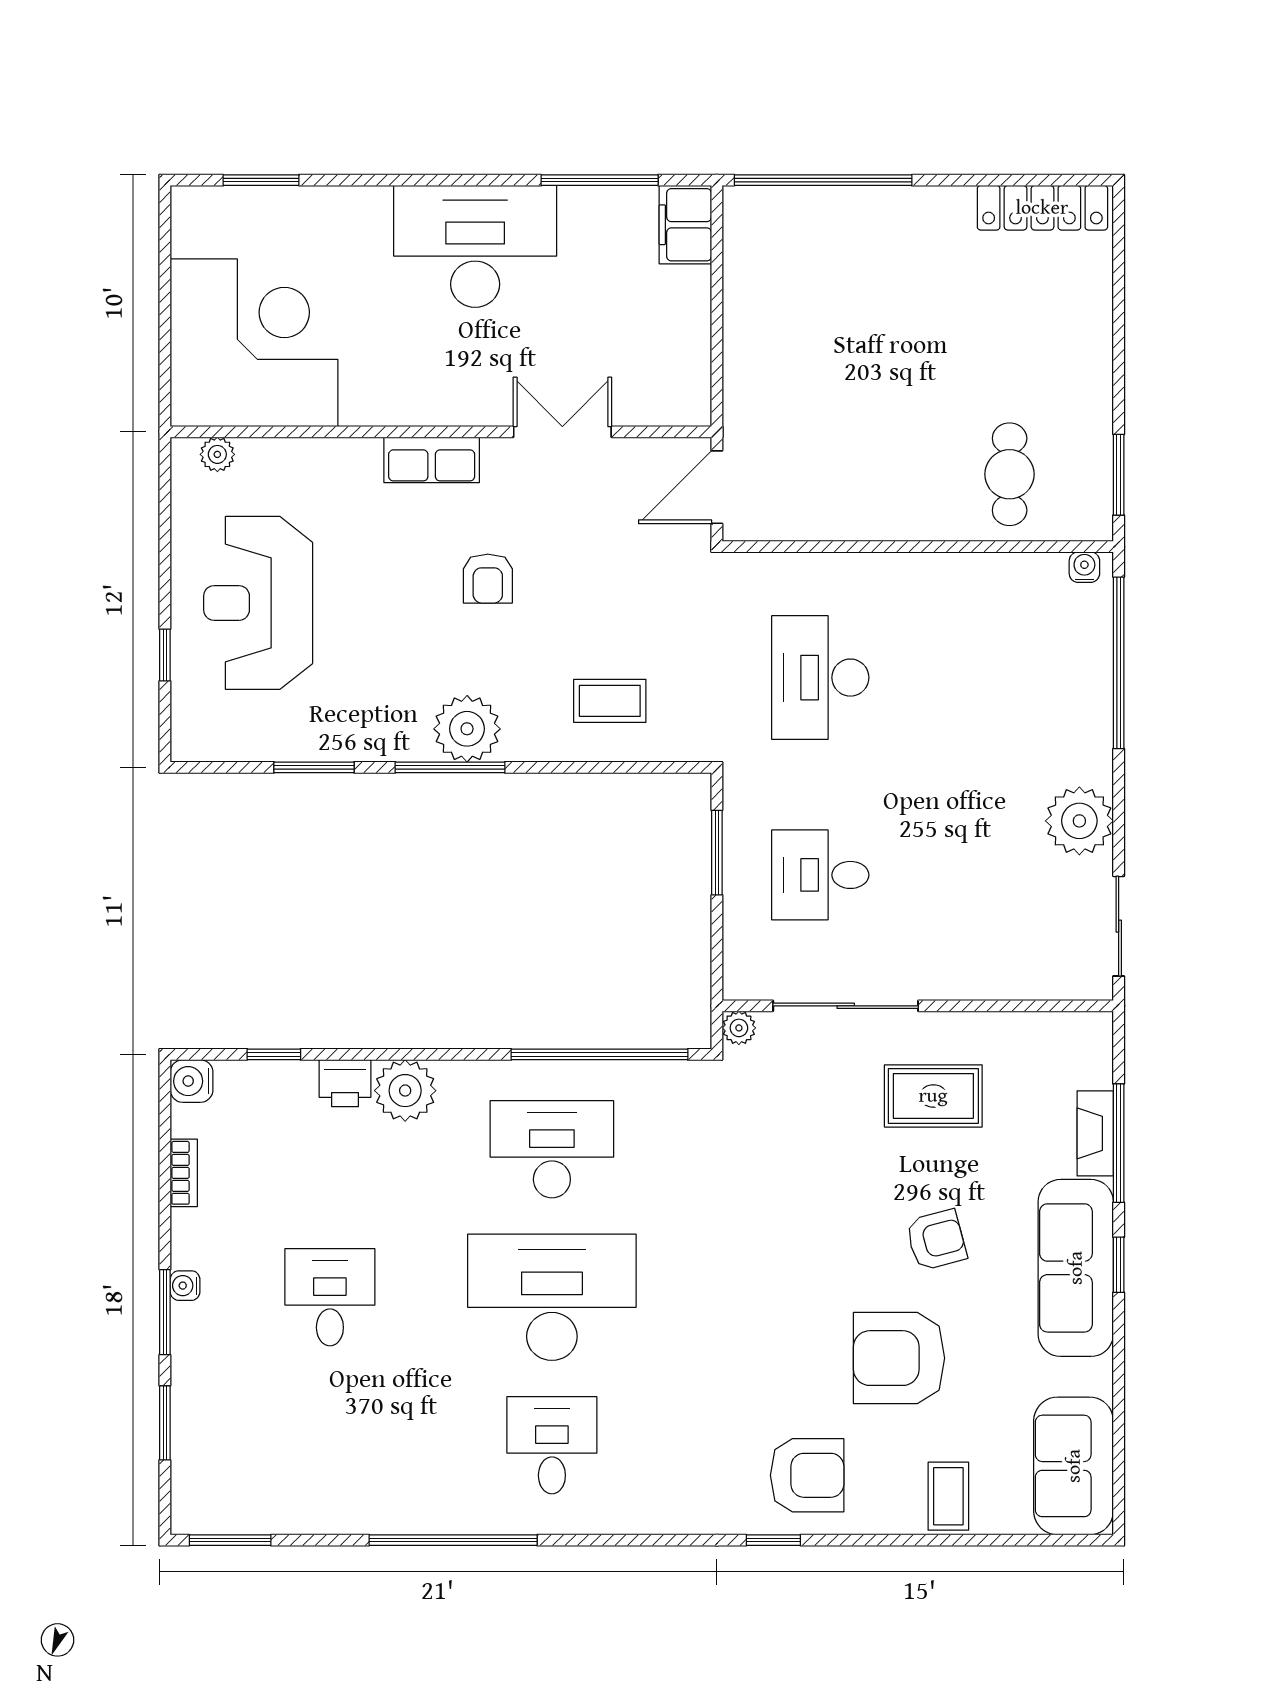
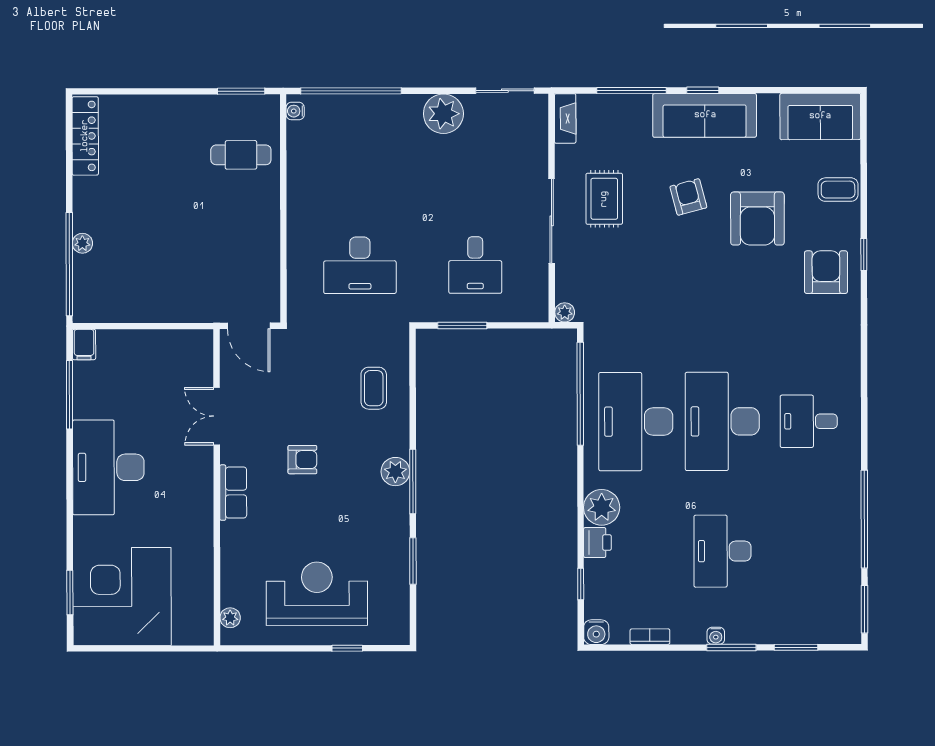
plant: (859, 203) -> (82, 243), added
filing cabinet: (685, 225) -> (84, 345), width x0.50
corner desk: (254, 343) -> (122, 596), moved
reception desk: (258, 603) -> (317, 594), turned 180
plant: (467, 729) -> (395, 472), width x0.73, depth x0.73
sliding door: (846, 1006) -> (552, 221), moved
fireplace: (1095, 1133) -> (565, 119), moved, turned -90
desk: (552, 1149) -> (636, 422), width x1.36, depth x1.30
desk: (330, 1297) -> (722, 551), width x1.37
window: (453, 1540) -> (864, 519), moved
window: (773, 1540) -> (864, 254), moved

